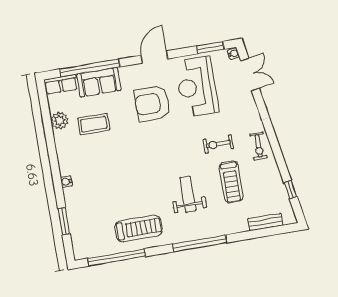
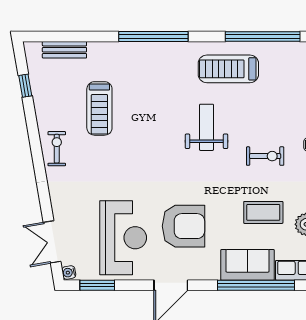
exercise bike: (218, 144) -> (265, 156), moved
treadmill: (231, 182) -> (99, 108), turned 180
weight bench: (188, 194) -> (207, 127), moved, turned 180

